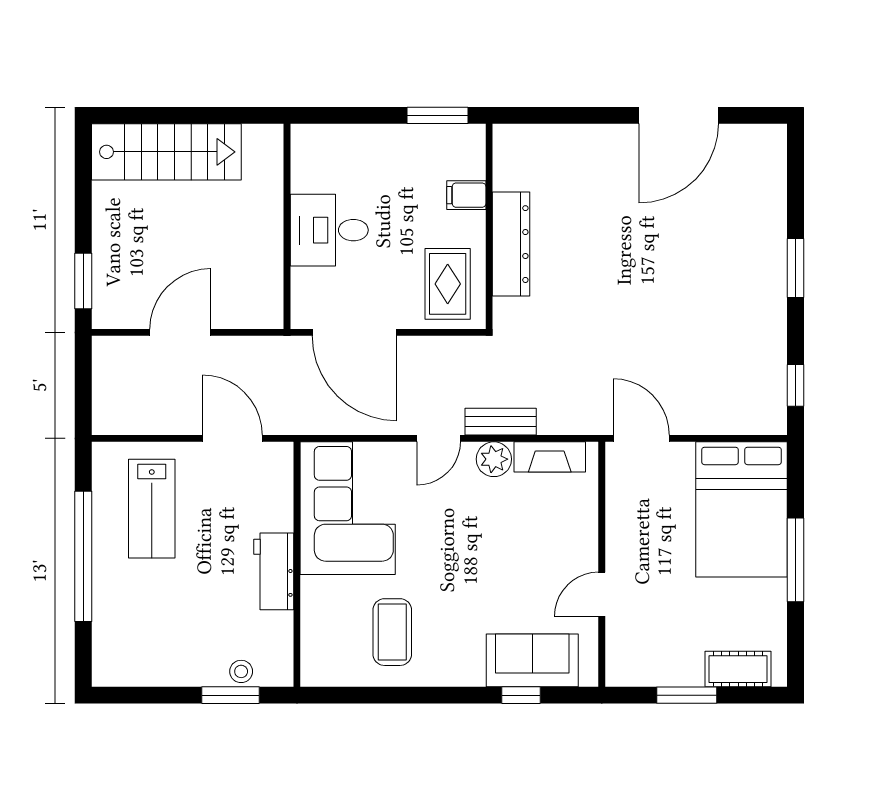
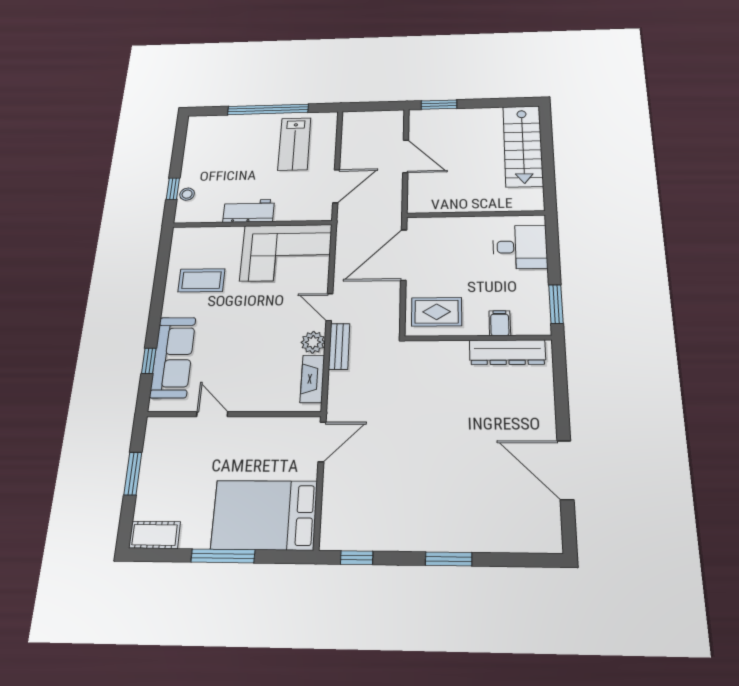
desk: (329, 230) -> (520, 247), moved, turned 90
dresser: (511, 244) -> (507, 352), moved
lab bench: (152, 509) -> (294, 144), turned -90
sofa: (532, 660) -> (173, 357), width x1.36
cot: (738, 669) -> (155, 535), moved, turned 90
window: (231, 695) -> (173, 189), width x0.67

